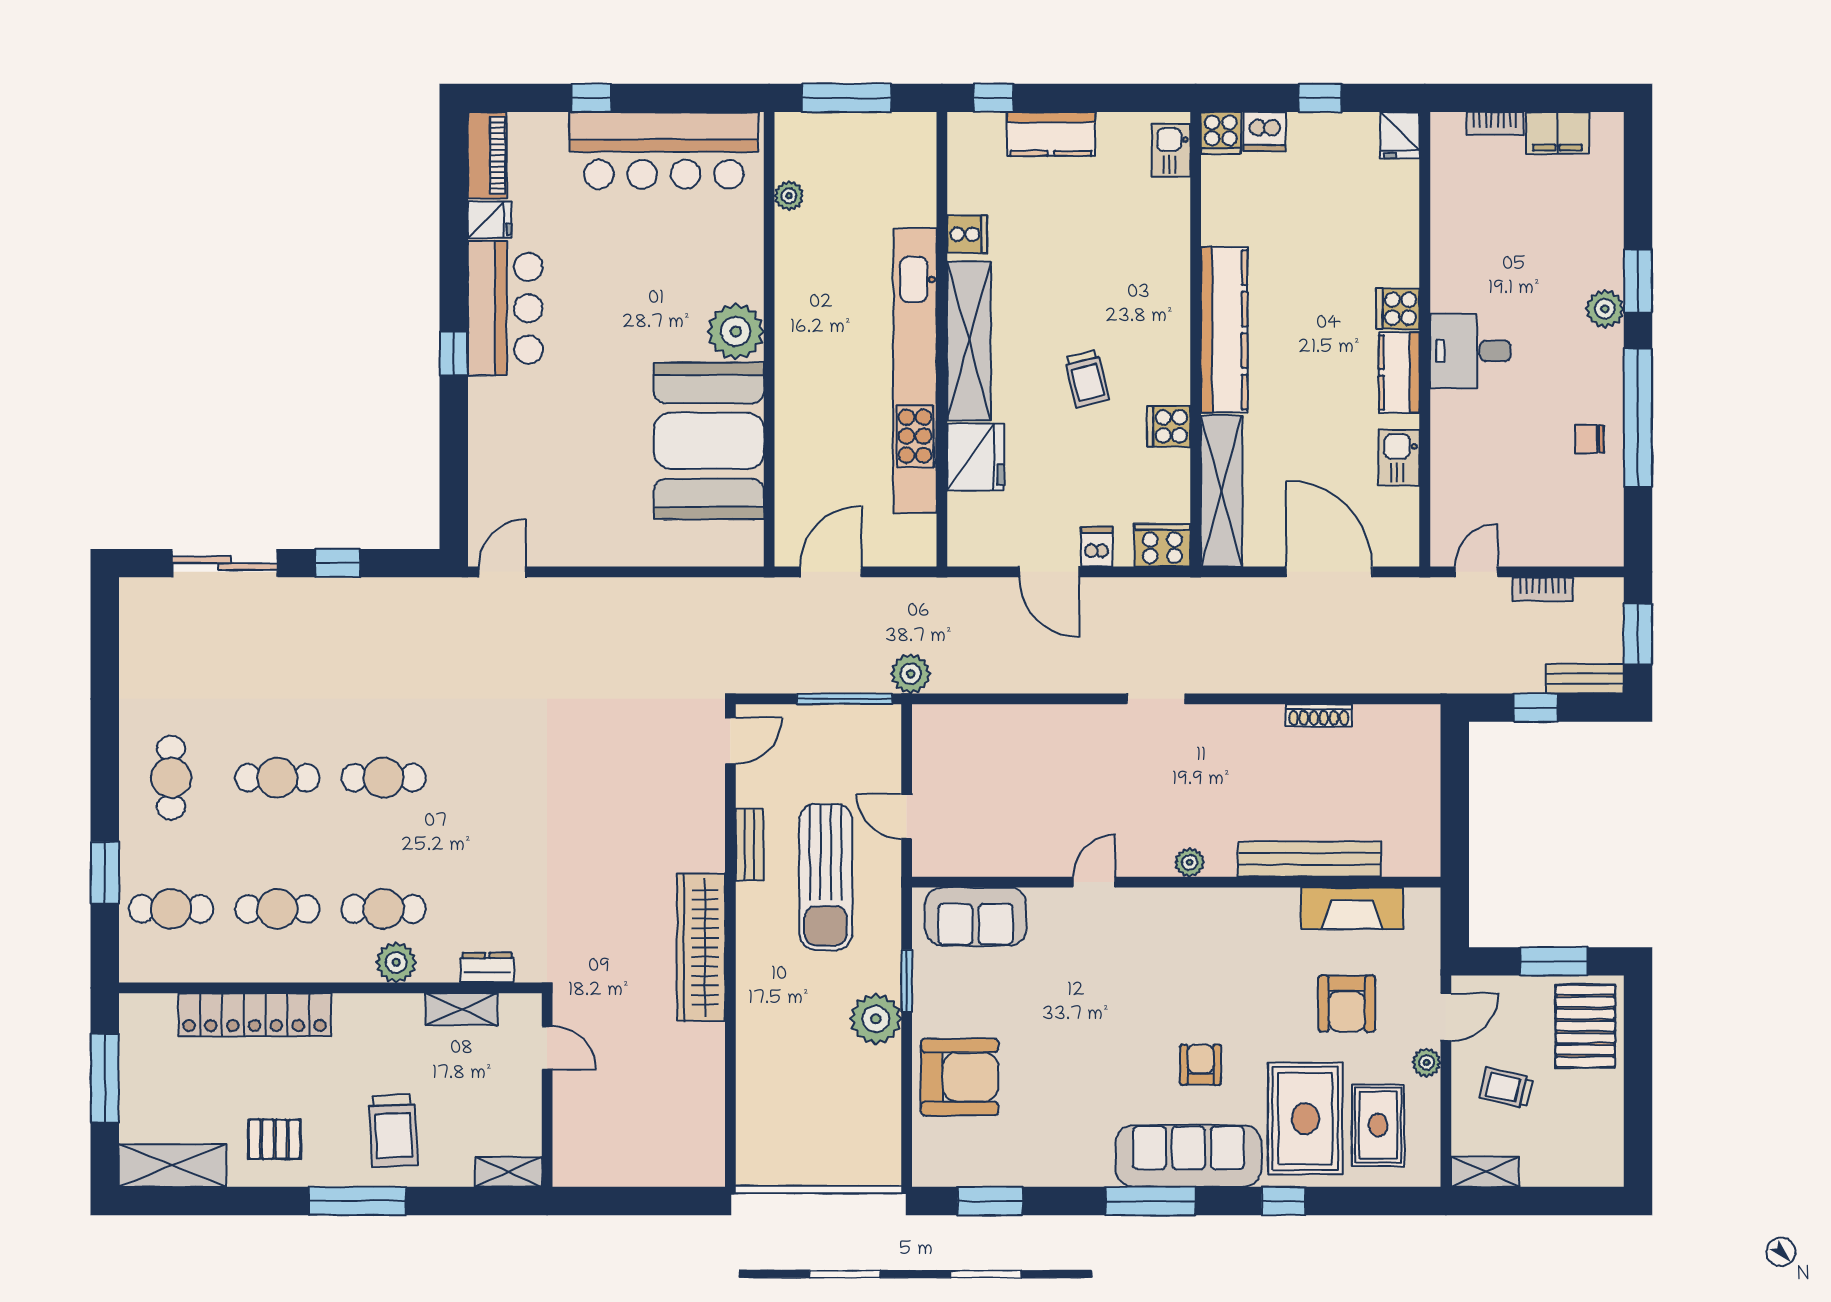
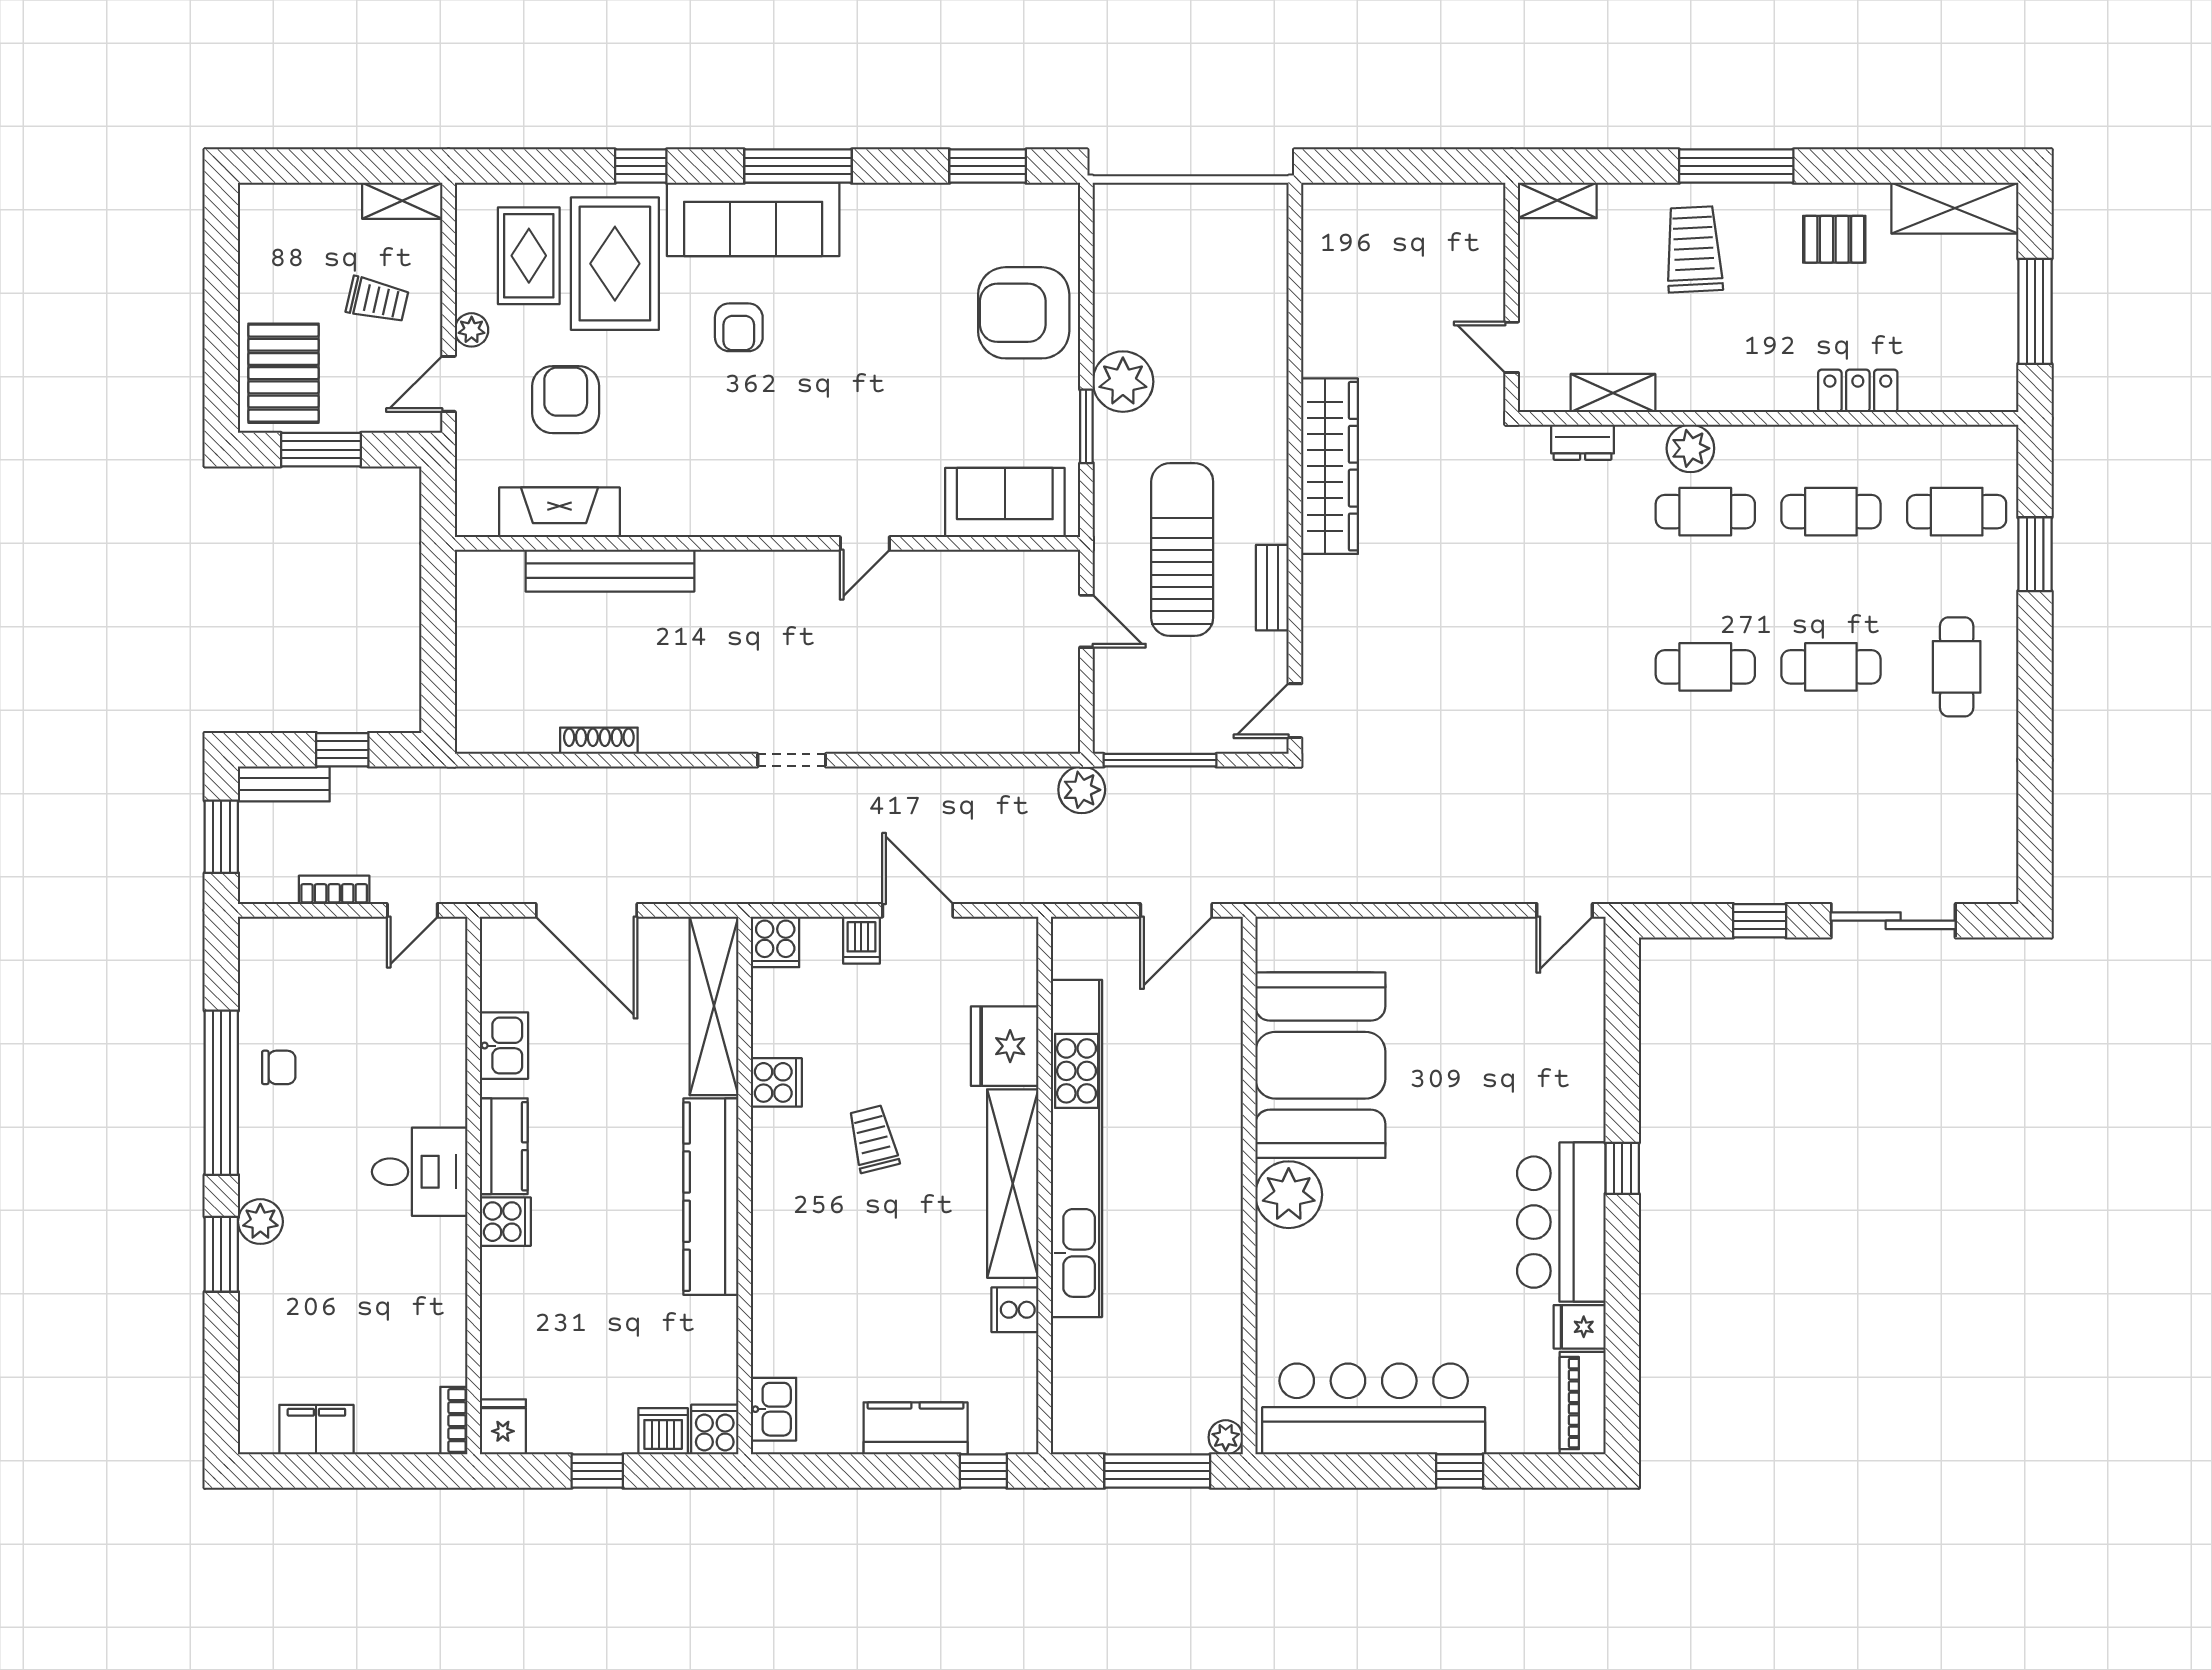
bookcase: (1495, 123) -> (454, 1421), moved, turned -90
plant: (789, 196) -> (1226, 1437), moved
cooker: (1162, 545) -> (775, 942), width x0.73
plant: (1190, 862) -> (752, 567), removed
locker: (255, 1015) -> (1858, 391), width x0.46, depth x0.83

